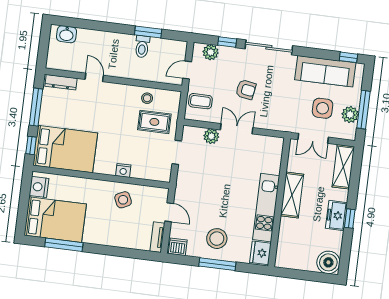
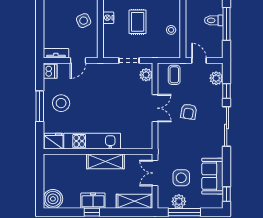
window: (148, 32) -> (227, 24), width x1.44
sofa: (325, 71) -> (212, 176), width x0.73
rug: (154, 122) -> (138, 22), moved
plant: (211, 136) -> (146, 75), moved

